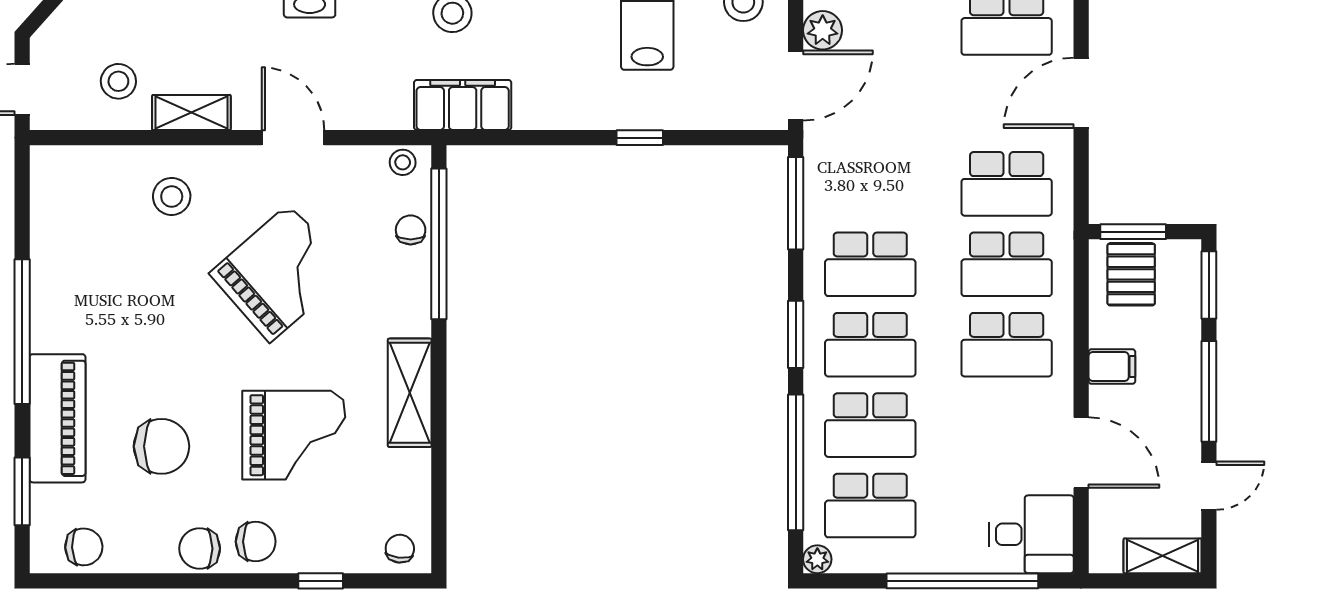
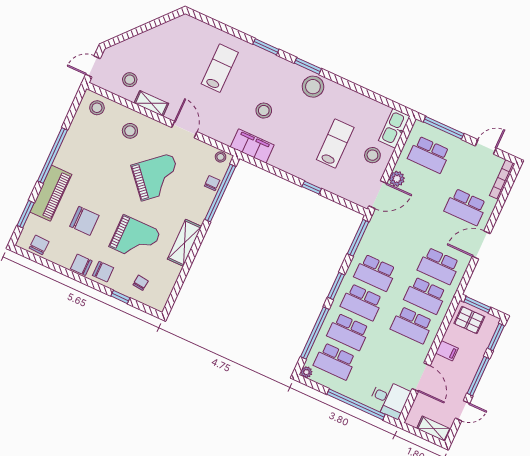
stool: (73, 178) -> (97, 108), added
pallet: (1131, 274) -> (469, 320), turned 90
chair: (84, 547) -> (39, 245), turned -86
chair: (400, 549) -> (141, 283), moved

